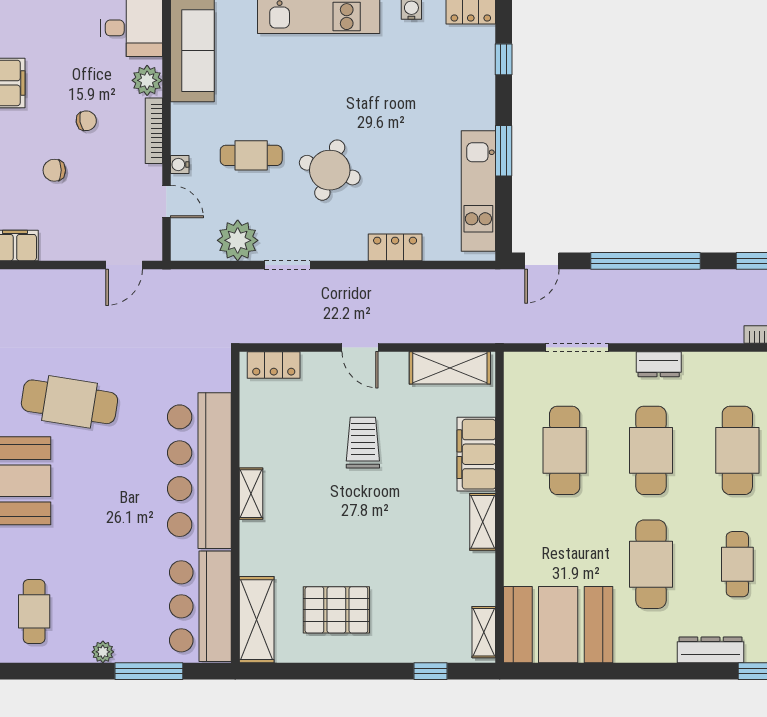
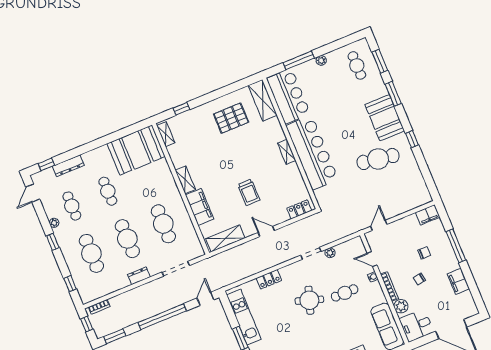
plant: (238, 240) -> (330, 253), width x0.53, depth x0.53
cafe table: (651, 564) -> (108, 191), width x0.73, depth x0.74

